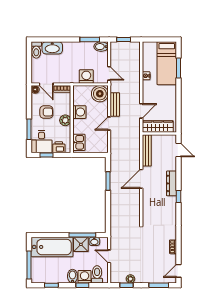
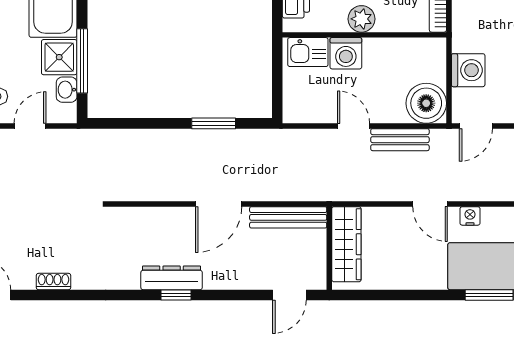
door: (141, 111) -> (430, 204), moved
washing machine: (79, 112) -> (346, 53), moved
door: (141, 179) -> (219, 204), swing flipped
dresser: (172, 183) -> (172, 278), moved

